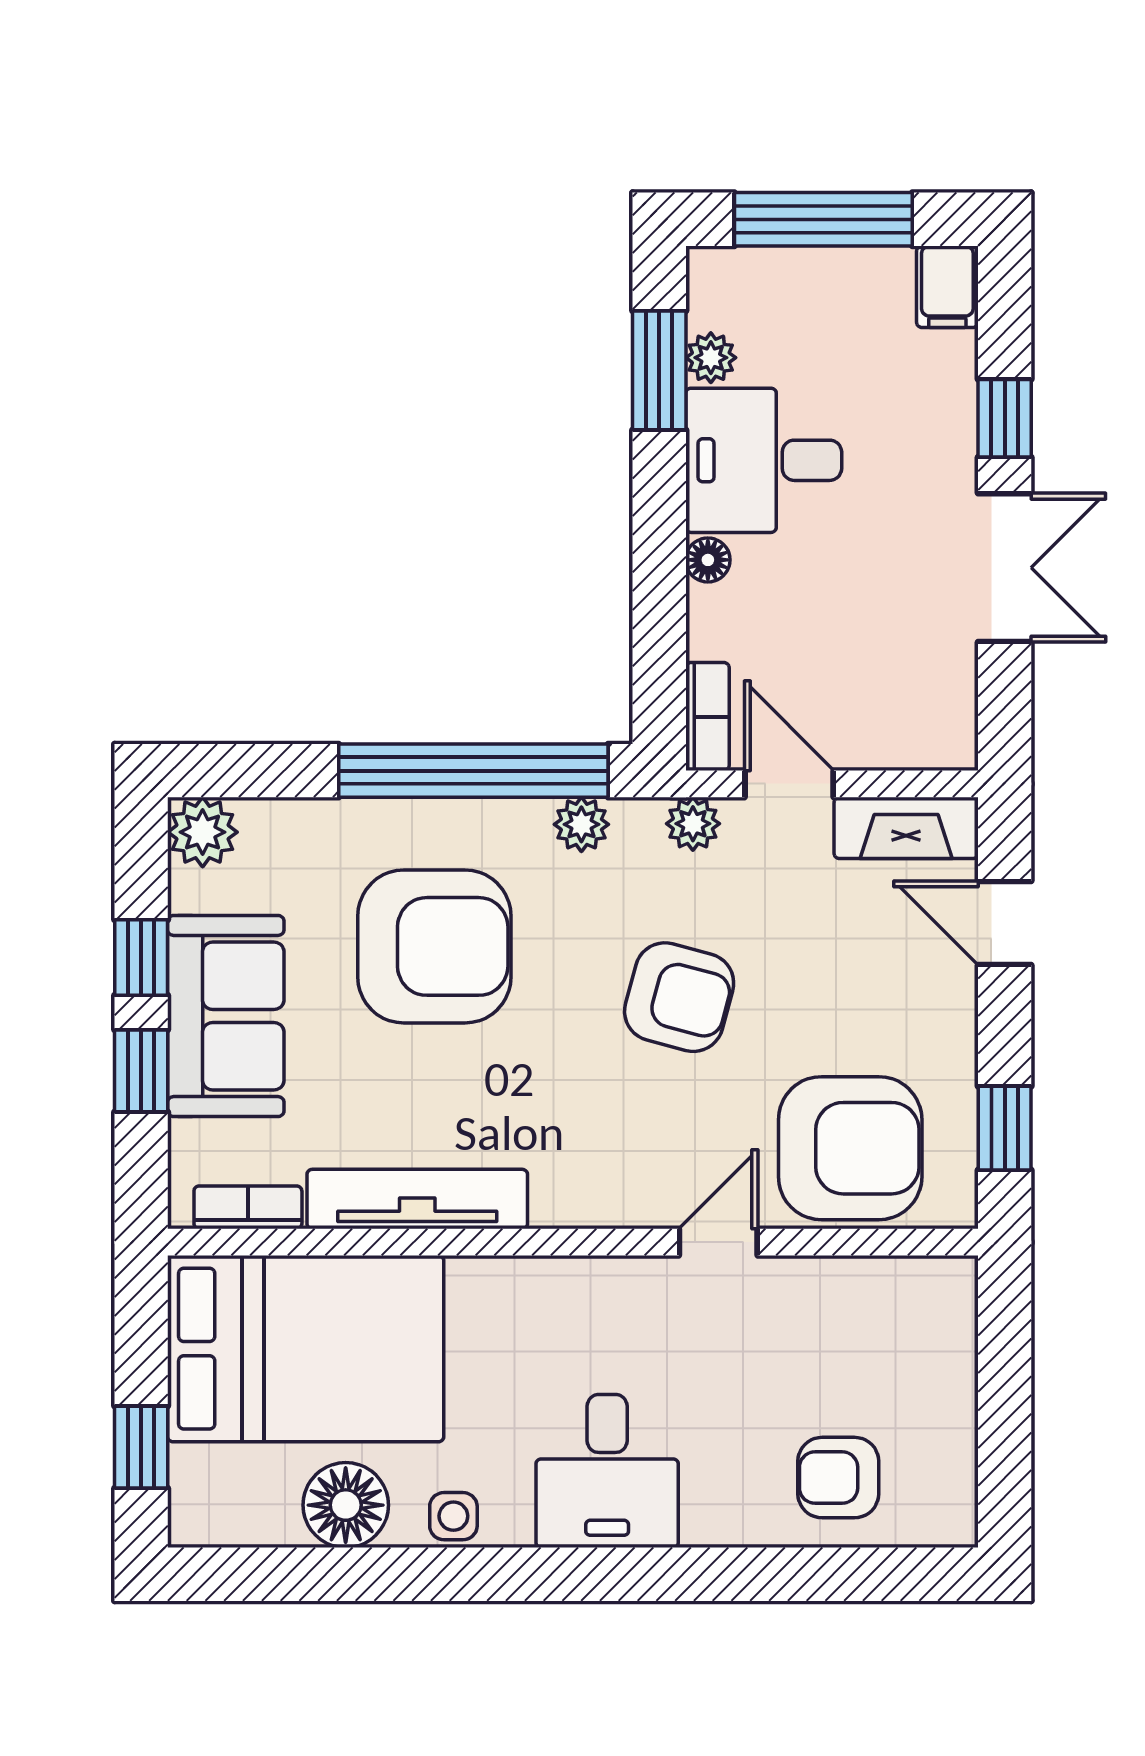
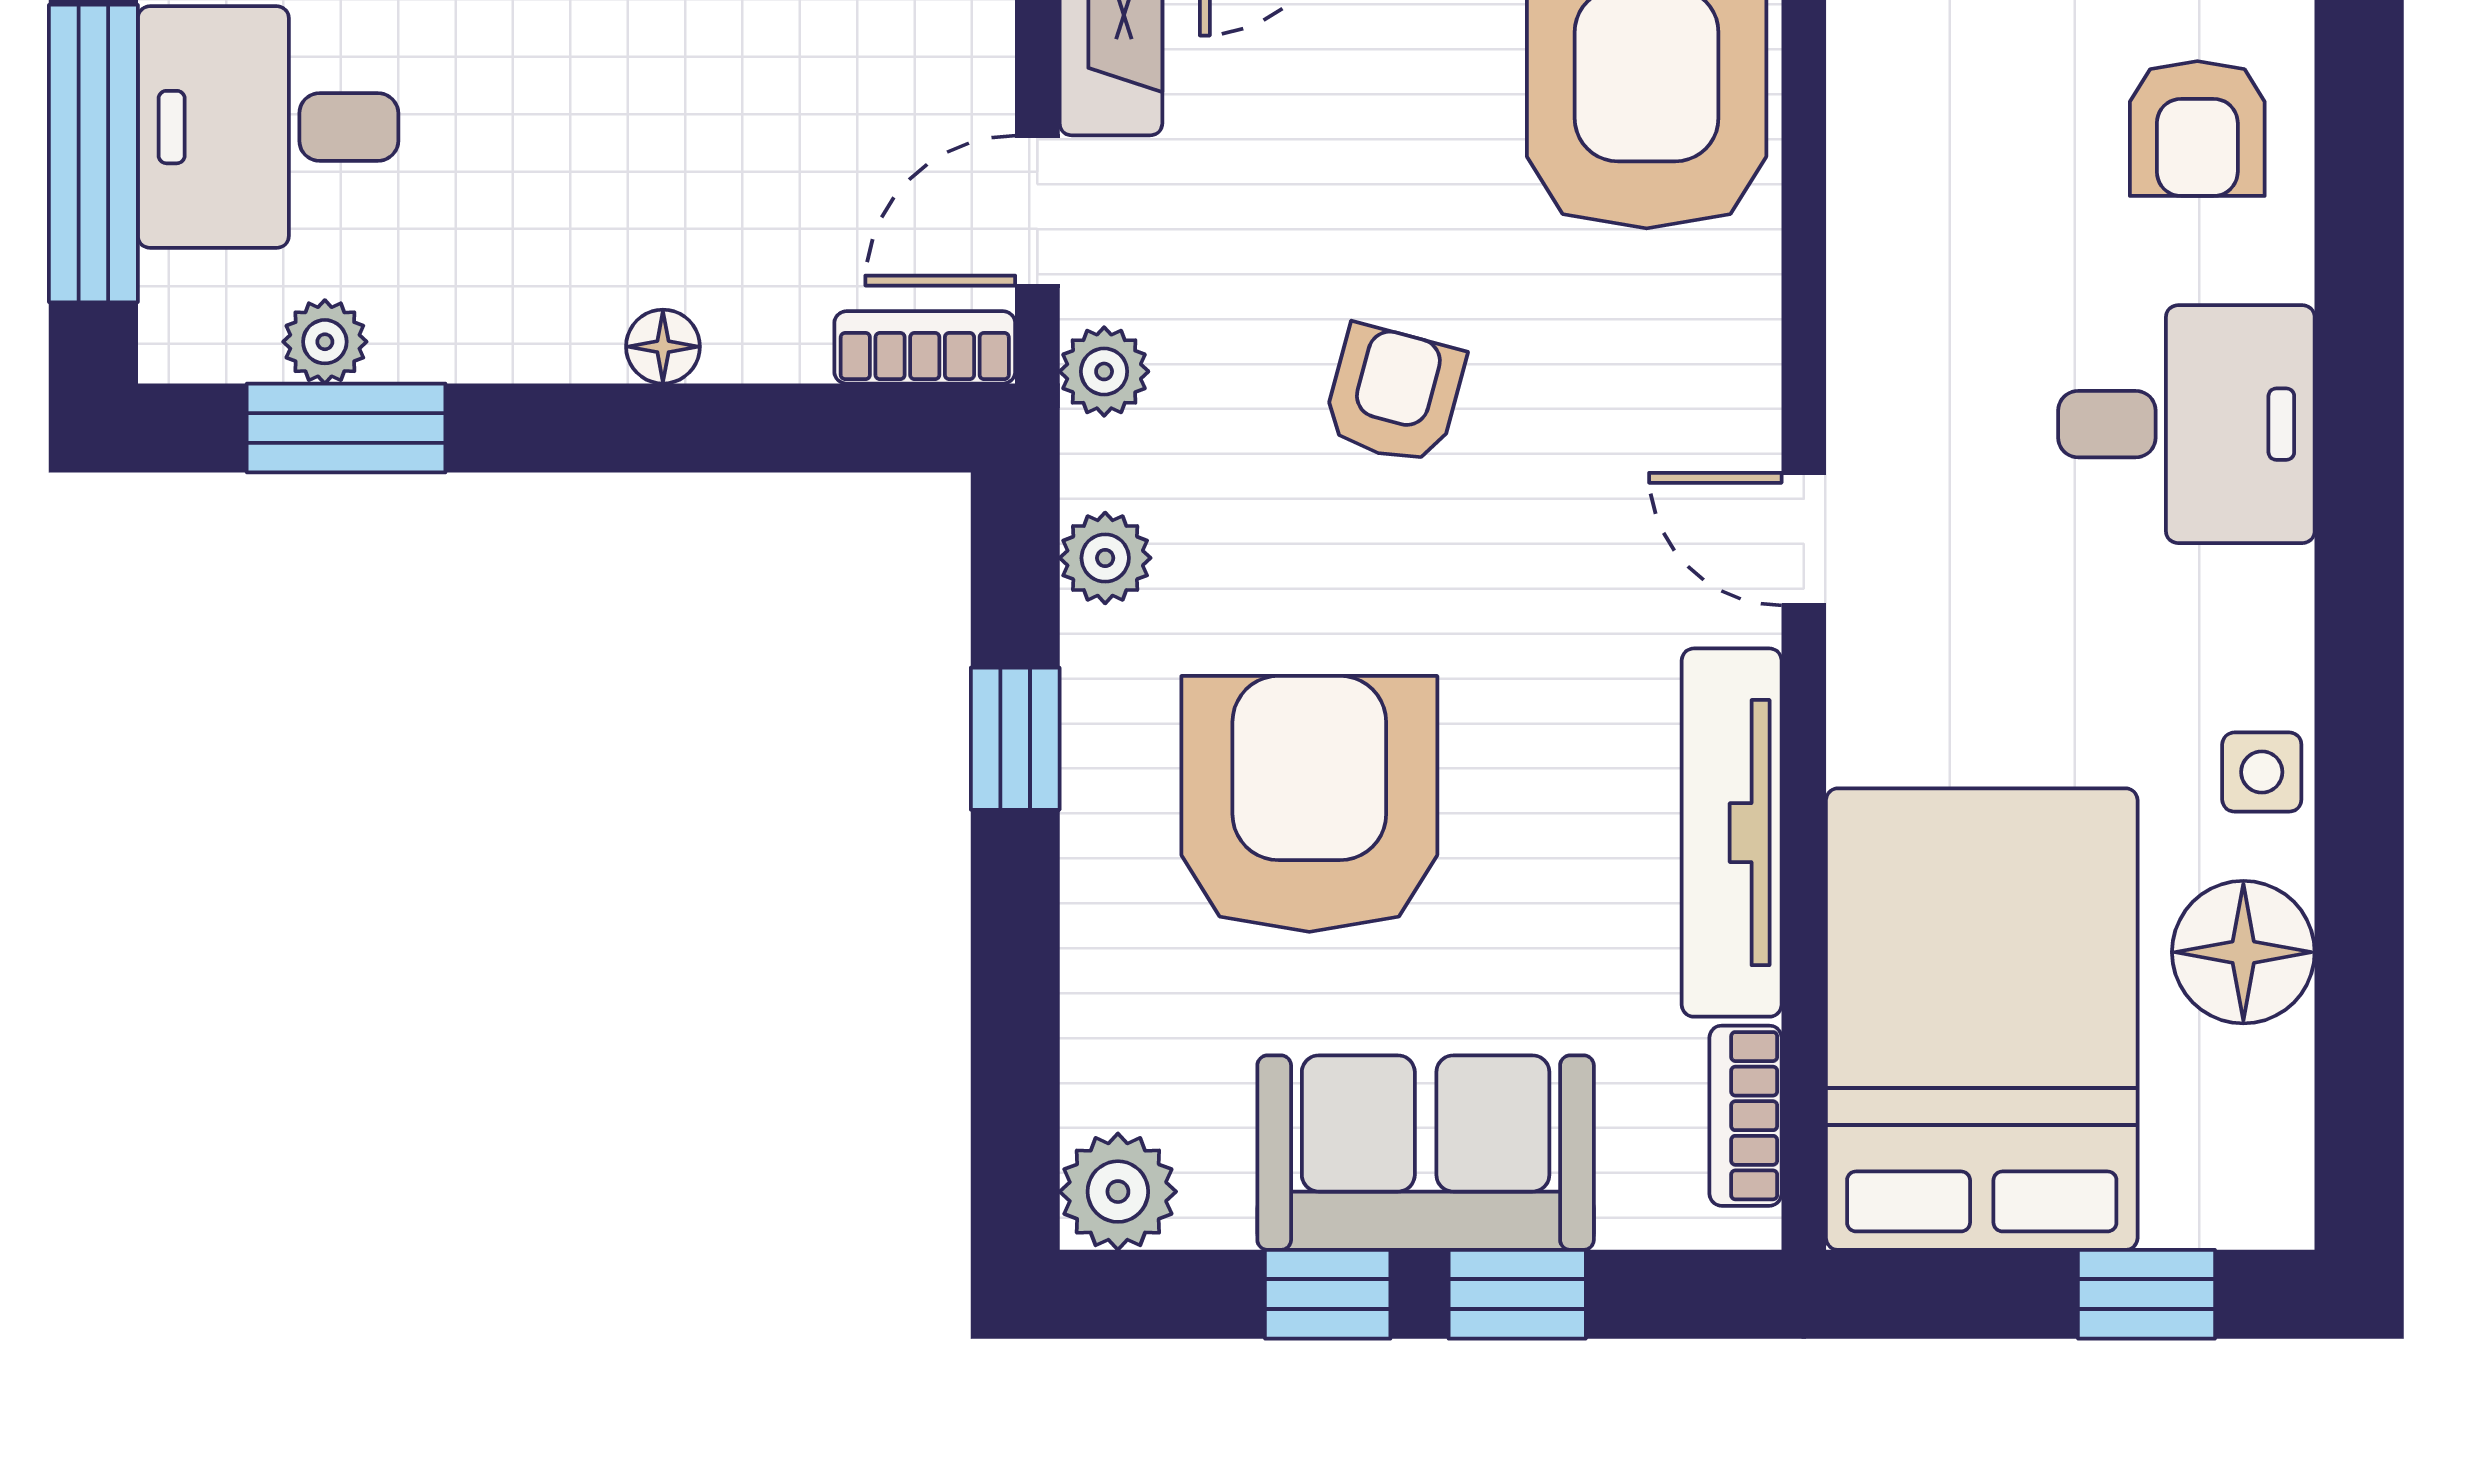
desk: (764, 460) -> (268, 127), moved, turned 90
window: (473, 771) -> (1015, 739), width x0.32
armchair: (679, 997) -> (1394, 395), width x0.72, depth x0.72
door: (718, 1242) -> (1804, 539), moved
desk: (607, 1471) -> (2186, 424), moved

